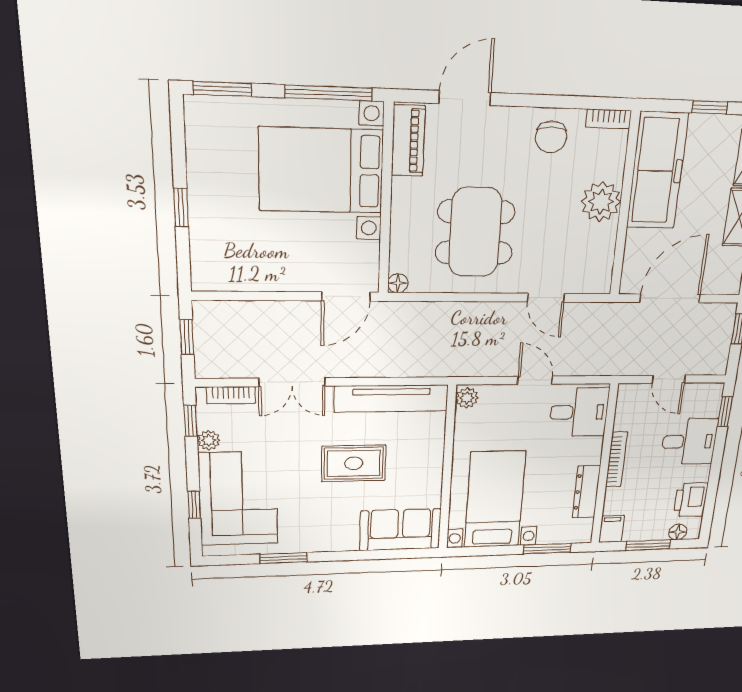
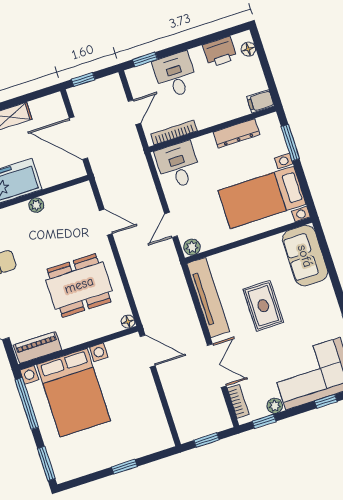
plant: (601, 202) -> (36, 205), width x0.53, depth x0.53
door: (546, 298) -> (106, 222), hinge flipped
door: (535, 380) -> (171, 225), moved
bookcase: (616, 459) -> (174, 133), moved
window: (648, 545) -> (266, 67), removed

